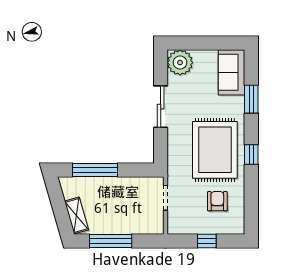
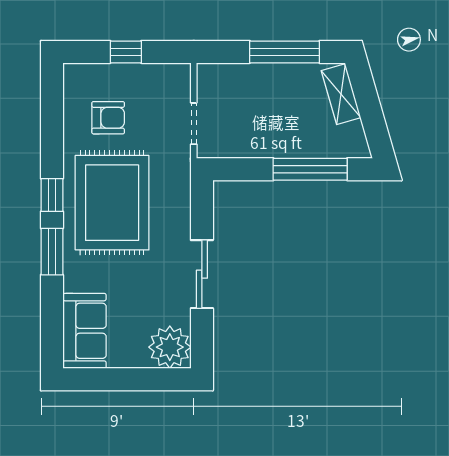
window: (251, 99) -> (52, 252), moved
armchair: (217, 201) -> (108, 118), turned -90

